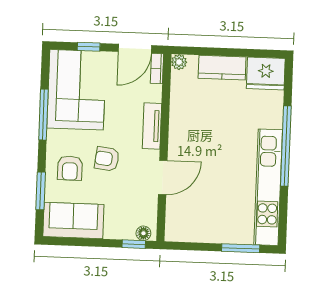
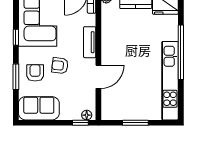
window: (43, 115) -> (16, 37), width x0.46
armchair: (70, 168) -> (35, 73), turned 180
window: (41, 191) -> (16, 77), moved
window: (241, 248) -> (135, 123), moved

